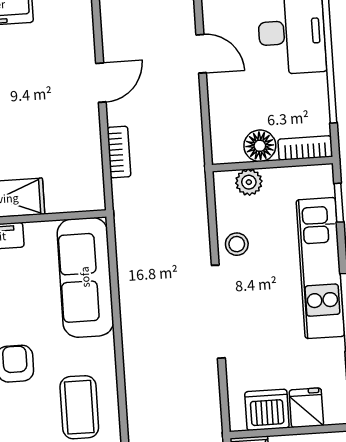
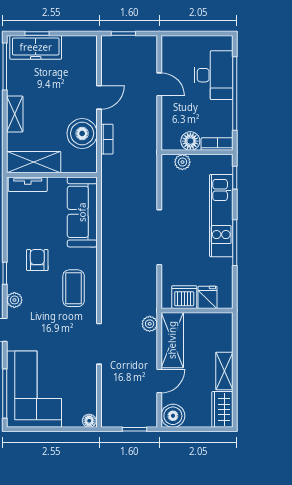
boiler: (76, 145) -> (82, 133), added
stool: (237, 244) -> (173, 198), removed

